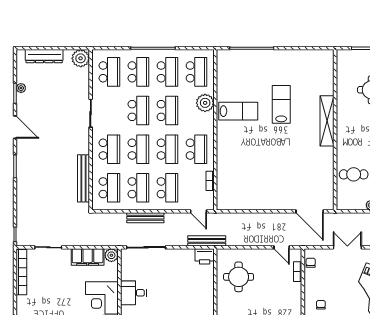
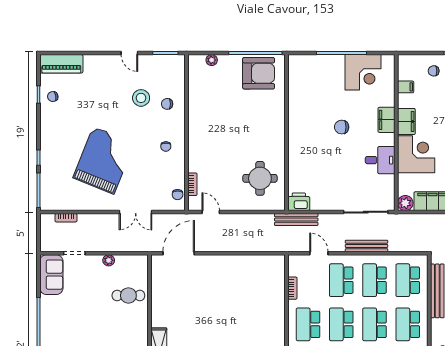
door: (199, 211) -> (319, 253), moved
door: (310, 211) -> (179, 253), hinge flipped

